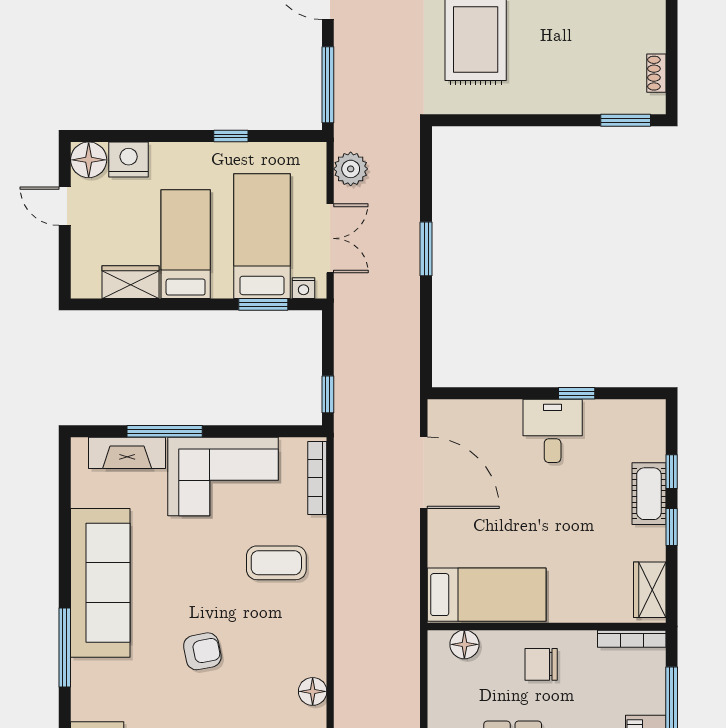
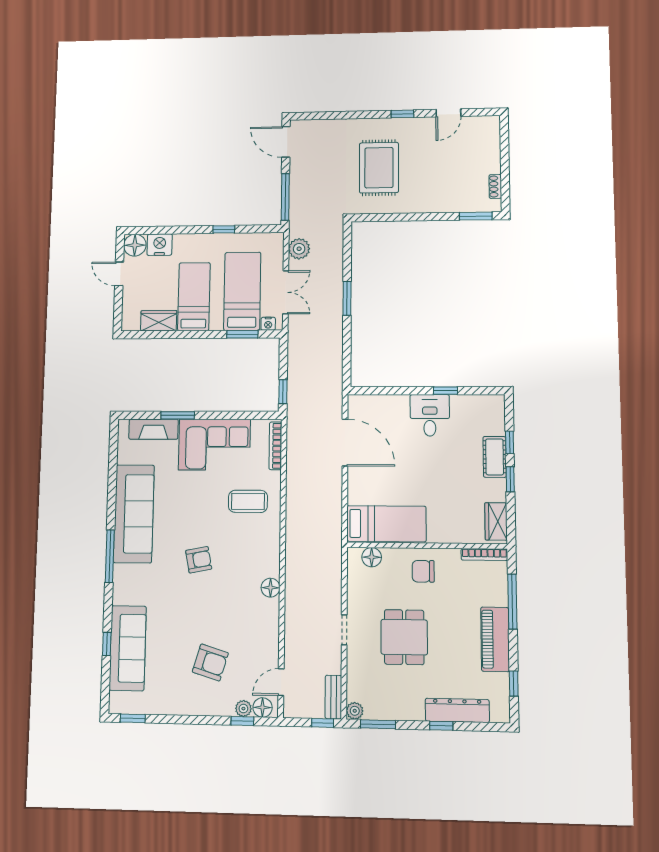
window: (165, 431) -> (178, 415), width x0.69

